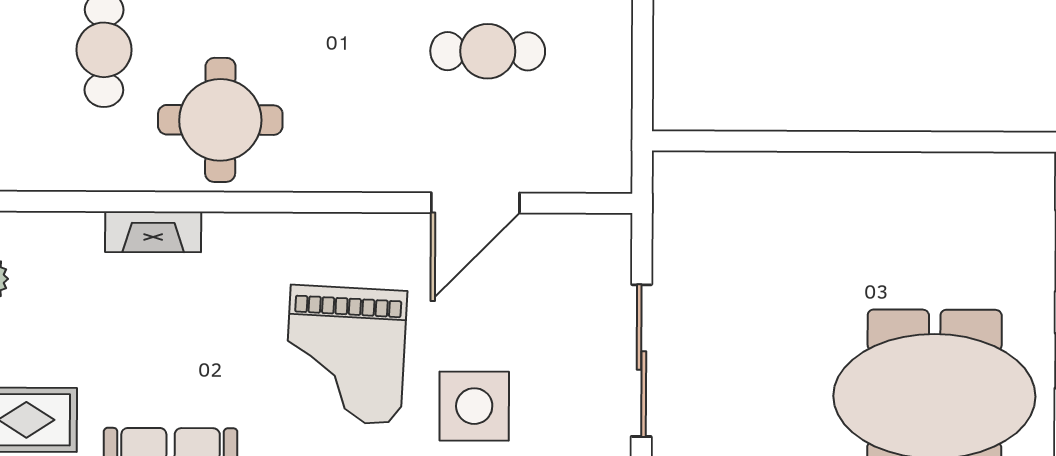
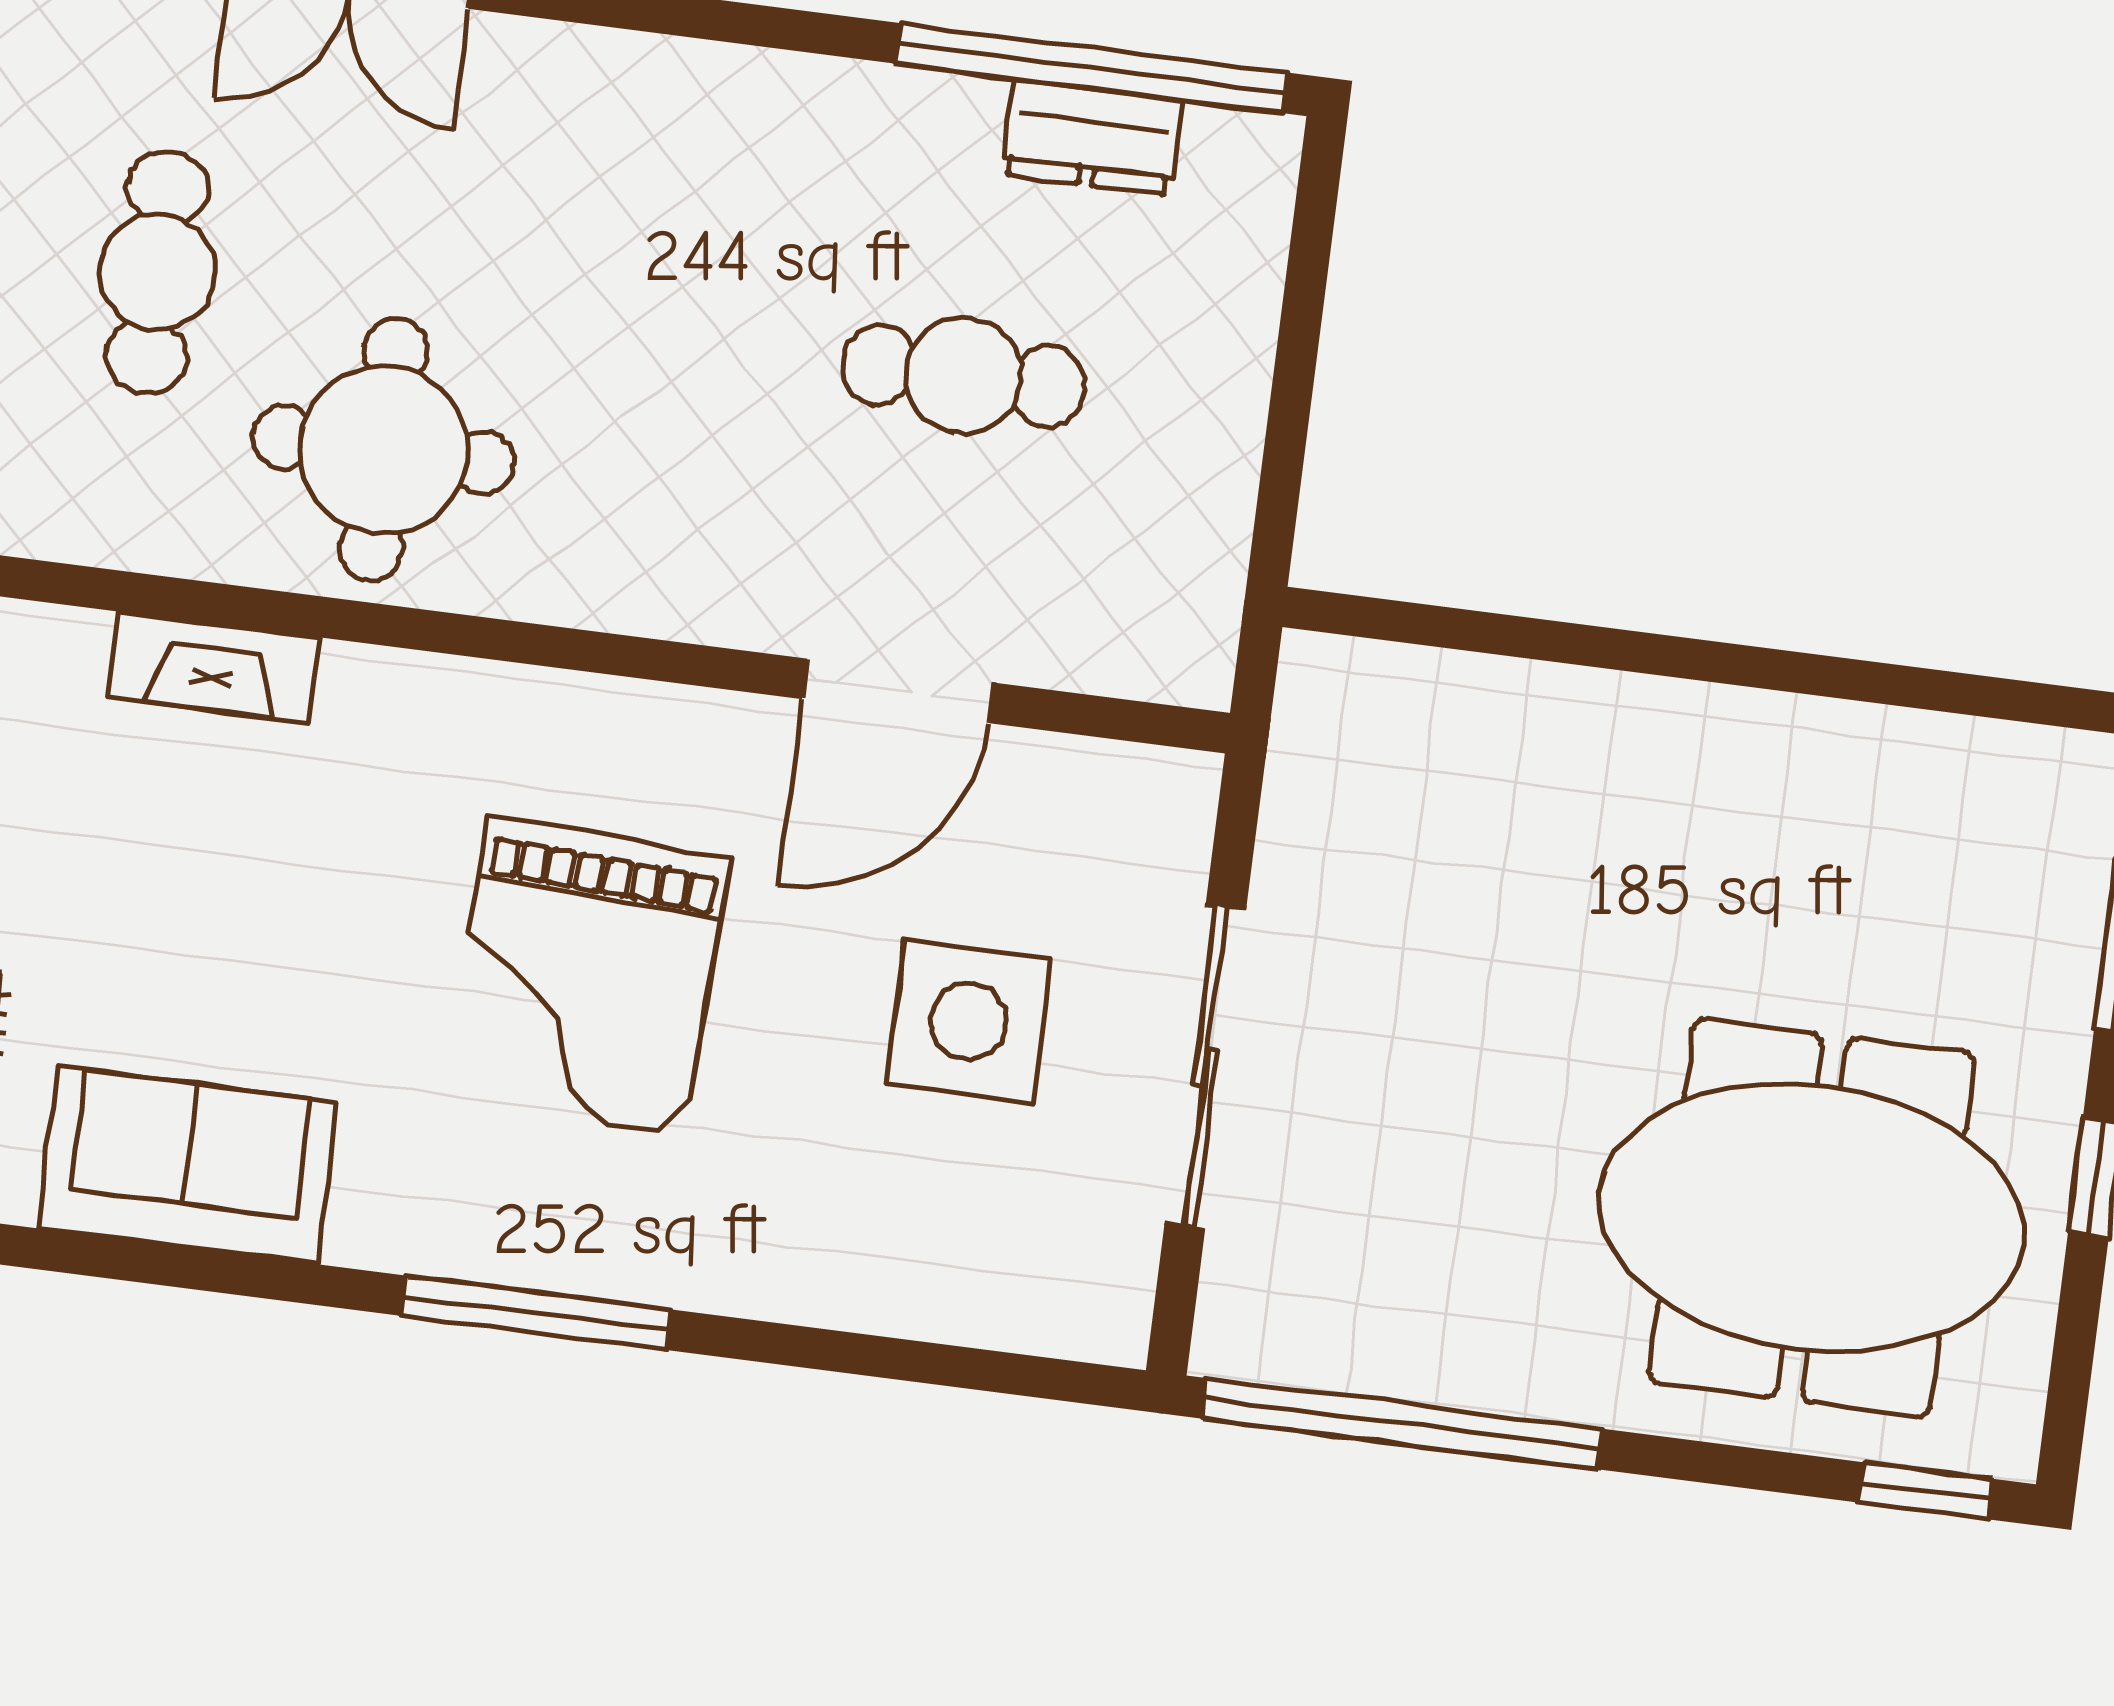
side table: (474, 406) -> (968, 1021), moved

